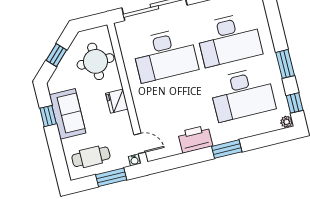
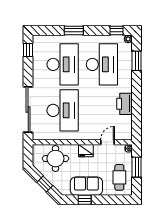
window: (285, 64) -> (74, 30), moved
door: (140, 143) -> (108, 142), moved
window: (227, 149) -> (137, 61), moved

